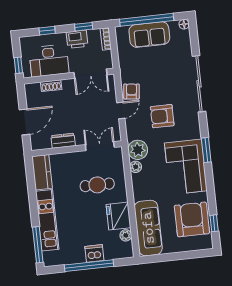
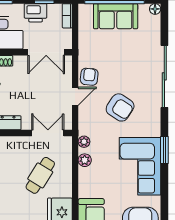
armchair: (162, 116) -> (120, 107), turned -147
plant: (138, 150) -> (84, 142), width x0.53, depth x0.53
cafe table: (97, 185) -> (40, 175), turned -58

